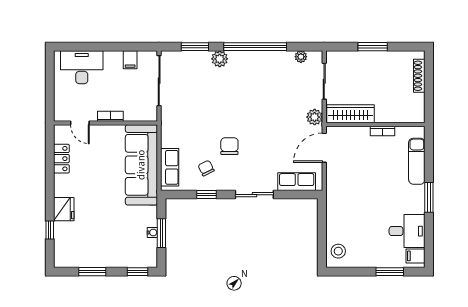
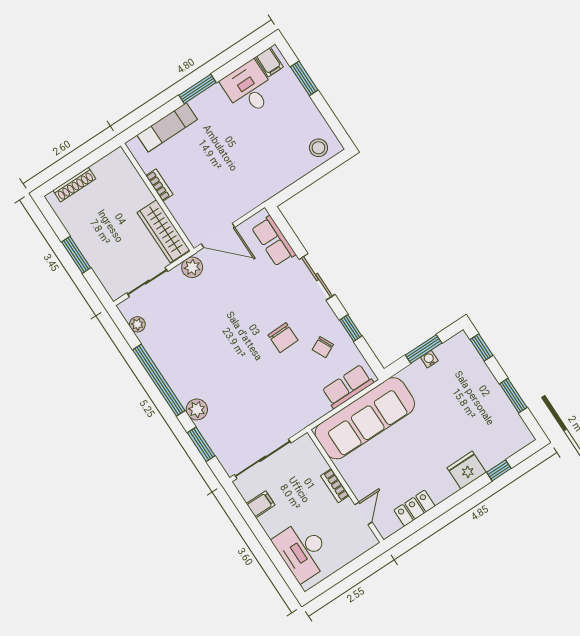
chair: (229, 146) -> (283, 338), turned -91

